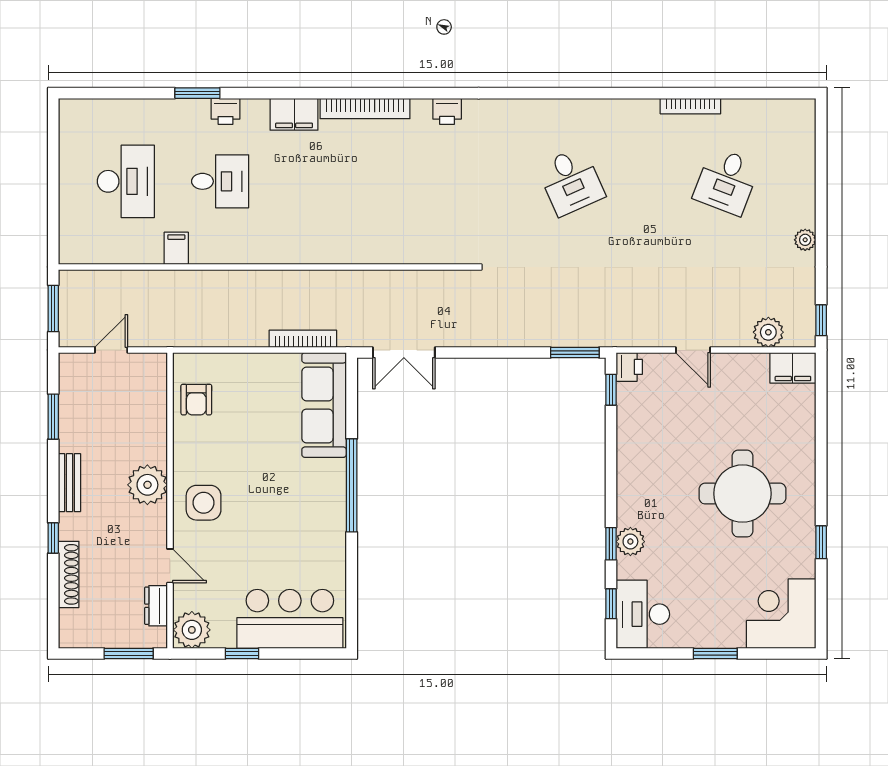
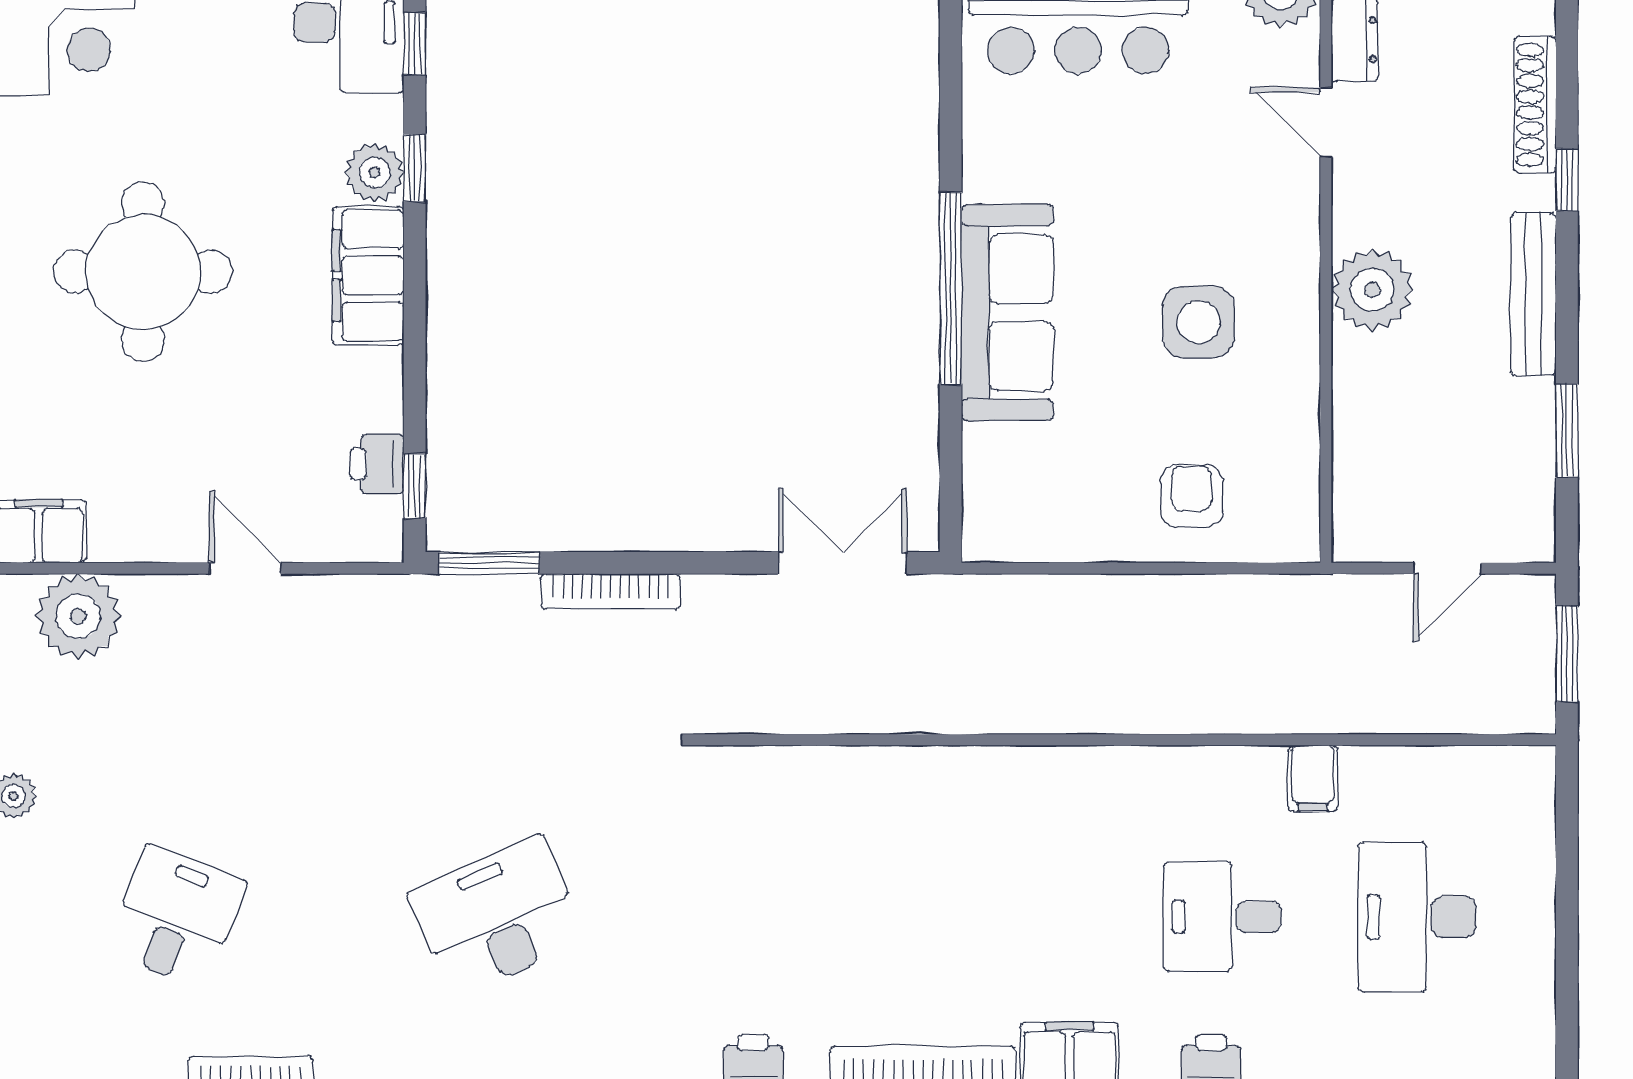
desk: (571, 181) -> (497, 917), width x1.37
plant: (768, 332) -> (78, 616), width x1.36, depth x1.36
bookcase: (303, 339) -> (611, 592), moved
printer: (629, 367) -> (377, 464), moved
armchair: (196, 400) -> (1191, 496), moved
sofa: (324, 405) -> (1007, 312), moved
bench: (69, 483) -> (1533, 294), width x1.36
filing cabinet: (634, 492) -> (368, 275), added
side table: (204, 503) -> (1199, 322), moved

